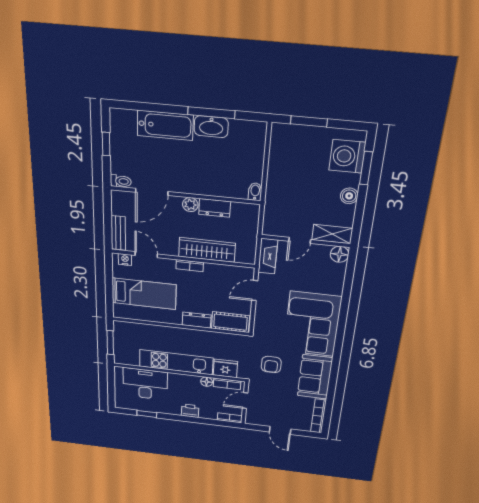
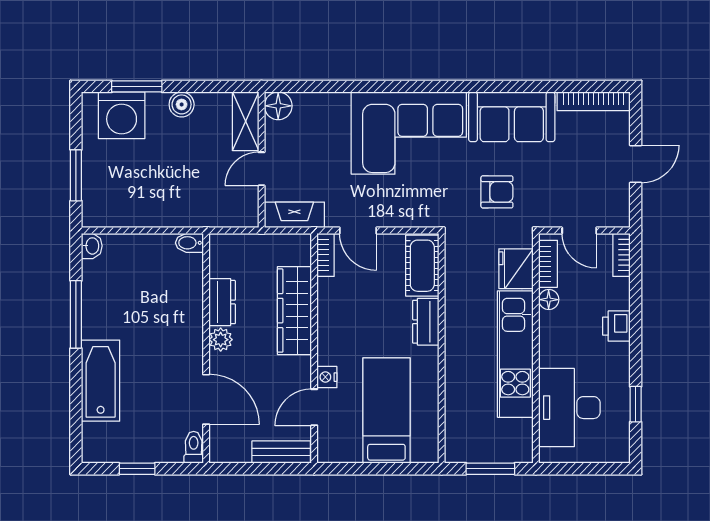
washbasin: (211, 127) -> (92, 246), moved, width x0.52, depth x0.69
door: (300, 240) -> (262, 169), swing flipped
nightstand: (125, 259) -> (327, 377), moved
bookcase: (190, 266) -> (326, 255), moved

